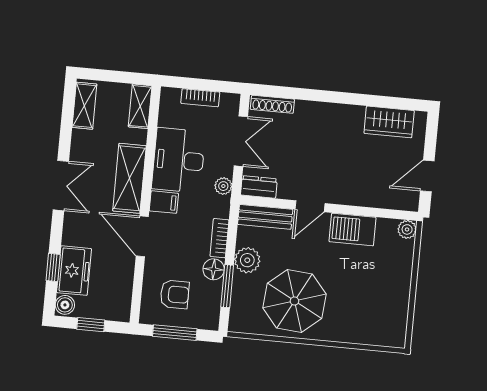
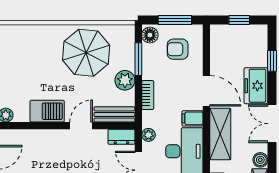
floor lamp: (214, 269) -> (150, 35), moved
freezer: (74, 271) -> (256, 86), moved
boiler: (65, 305) -> (260, 160), moved

